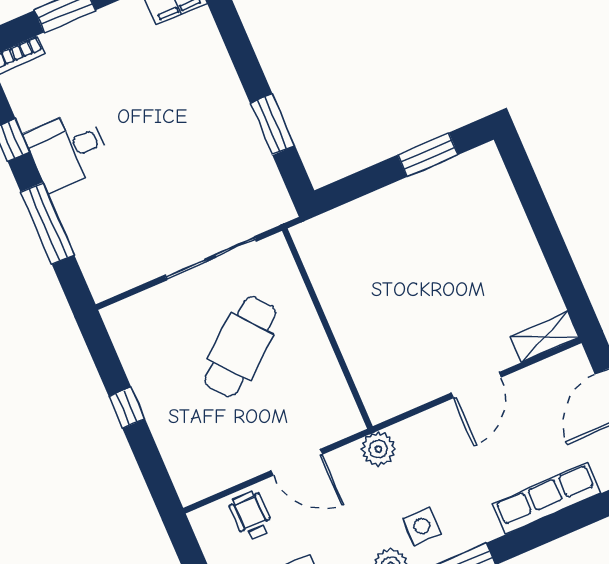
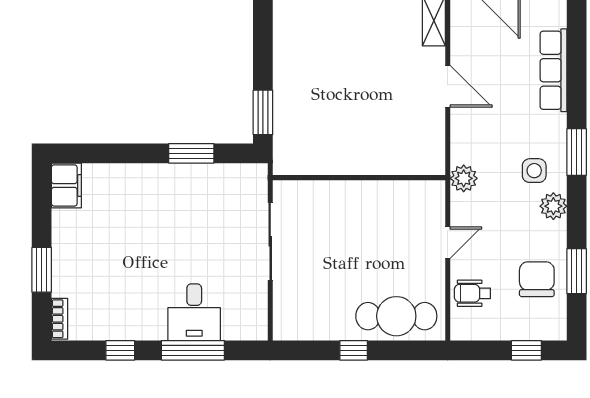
desk: (68, 150) -> (194, 312), moved
window: (428, 155) -> (263, 112), moved
cafe table: (241, 347) -> (396, 316), moved, turned -50
door: (297, 462) -> (448, 243), width x0.73

